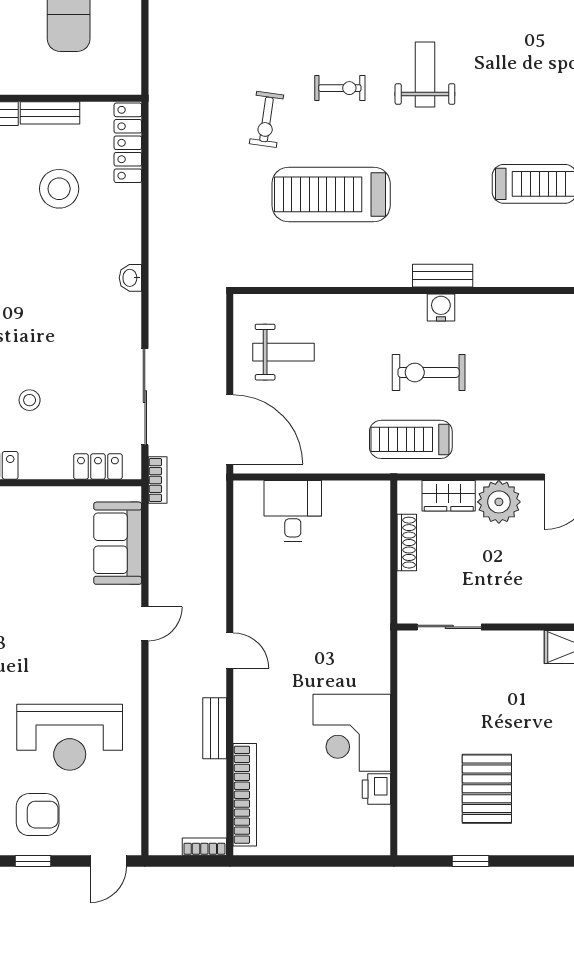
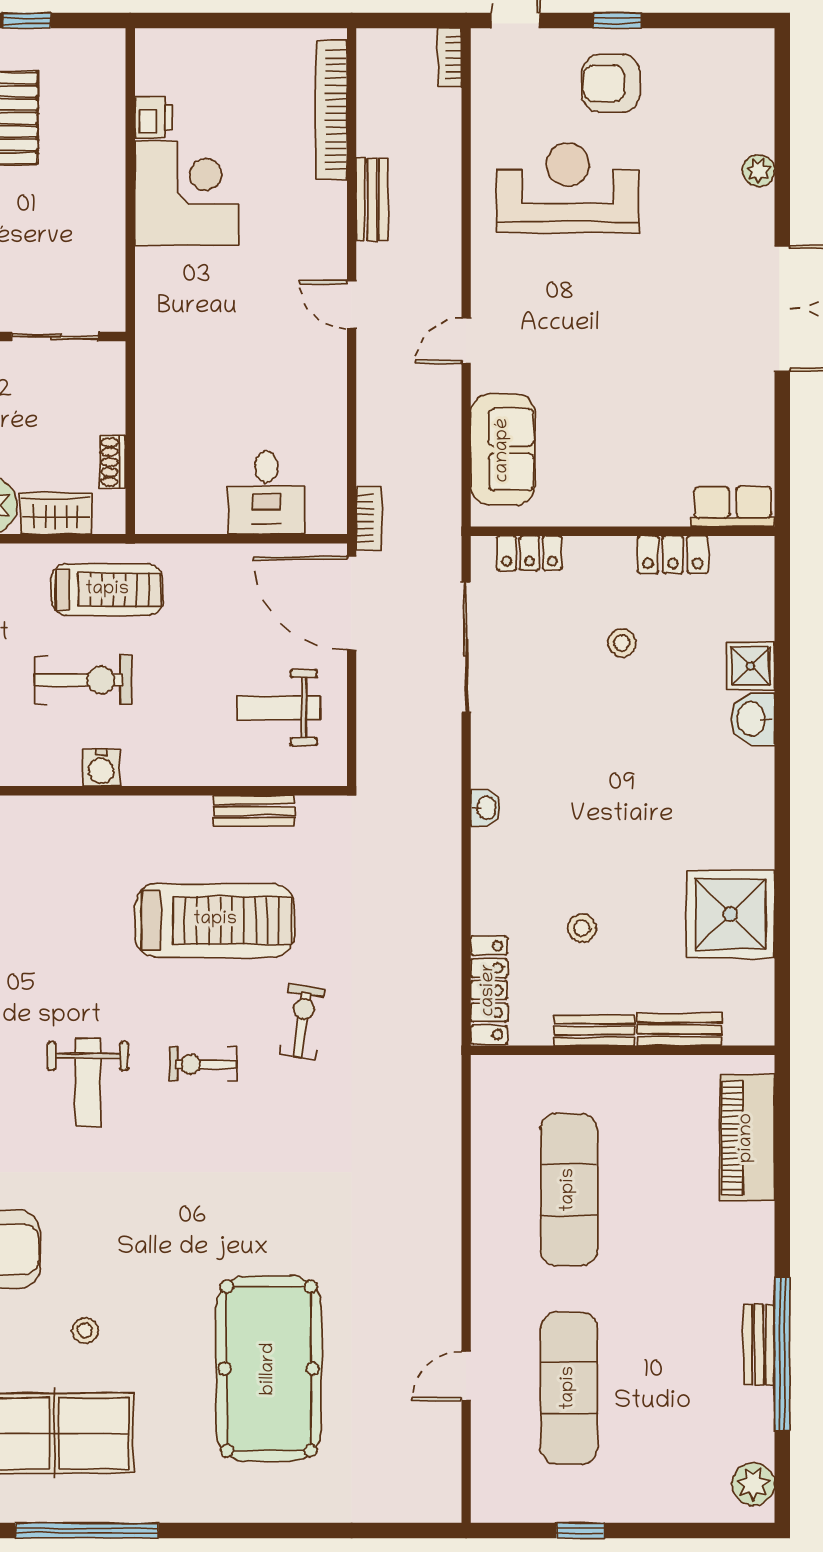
stool: (59, 189) -> (582, 928), width x0.53, depth x0.53
bench: (443, 276) -> (254, 811), moved
water cooler: (441, 307) -> (101, 768), moved
bookcase: (158, 480) -> (369, 518), moved, turned 180
shoe rack: (407, 543) -> (113, 462), width x0.70
bookcase: (204, 847) -> (450, 58), moved, turned 90

